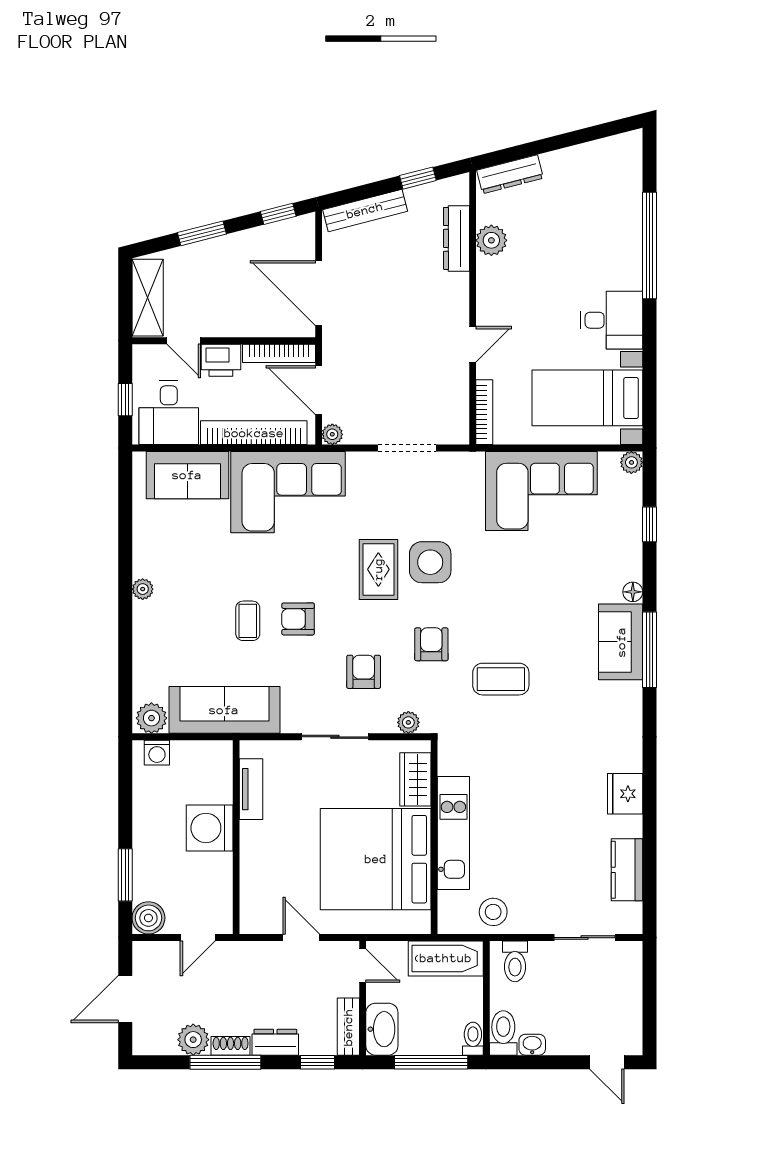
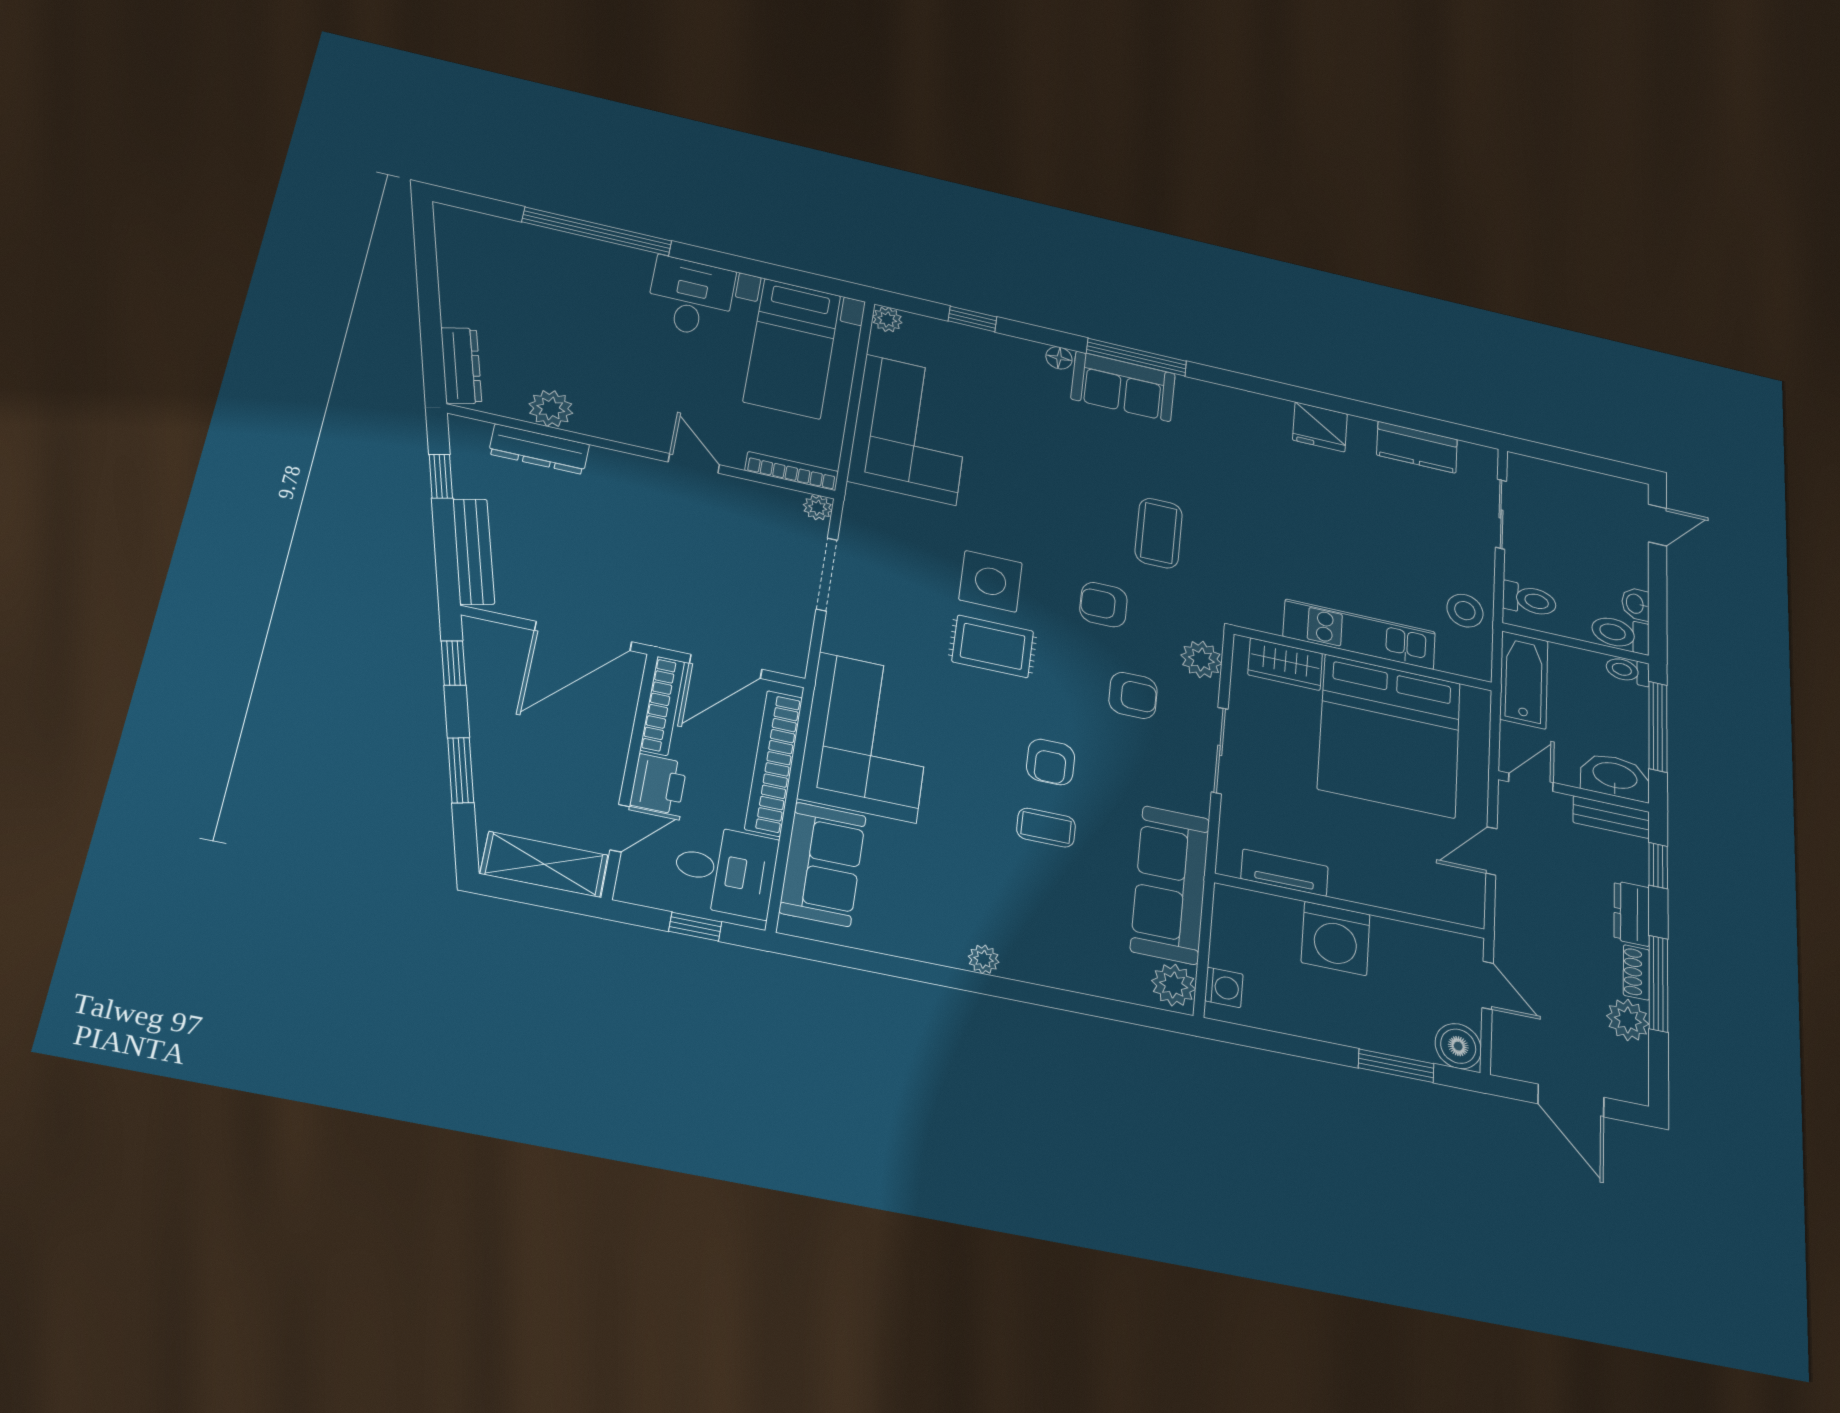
plant: (332, 434) -> (818, 508), moved
armchair: (364, 672) -> (1133, 695), turned 180
plant: (408, 722) -> (1201, 659), width x1.38, depth x1.38

